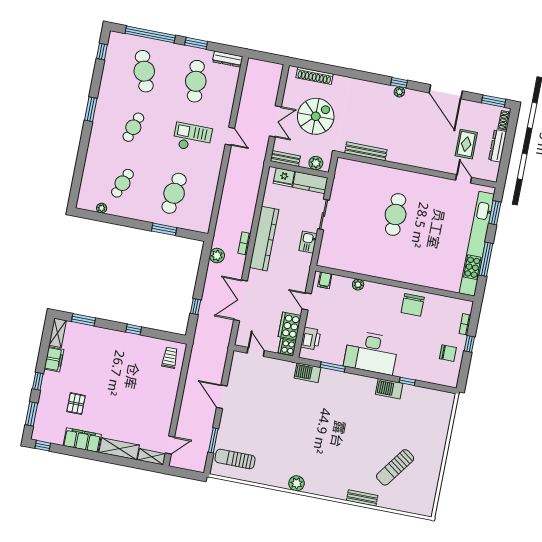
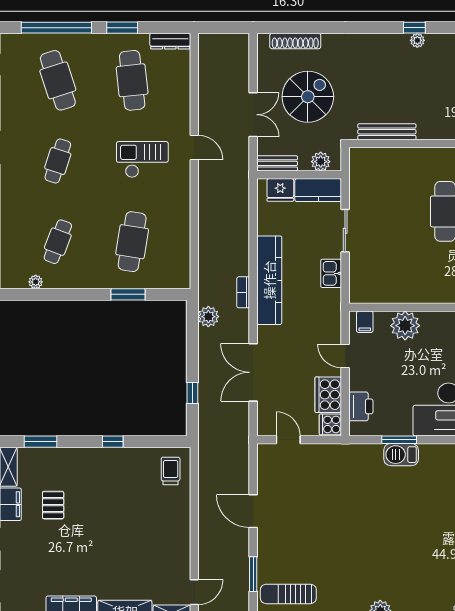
plant: (358, 285) -> (405, 326), width x1.87, depth x1.87
barbecue: (308, 373) -> (401, 455), moved
pallet: (76, 404) -> (53, 505), moved

